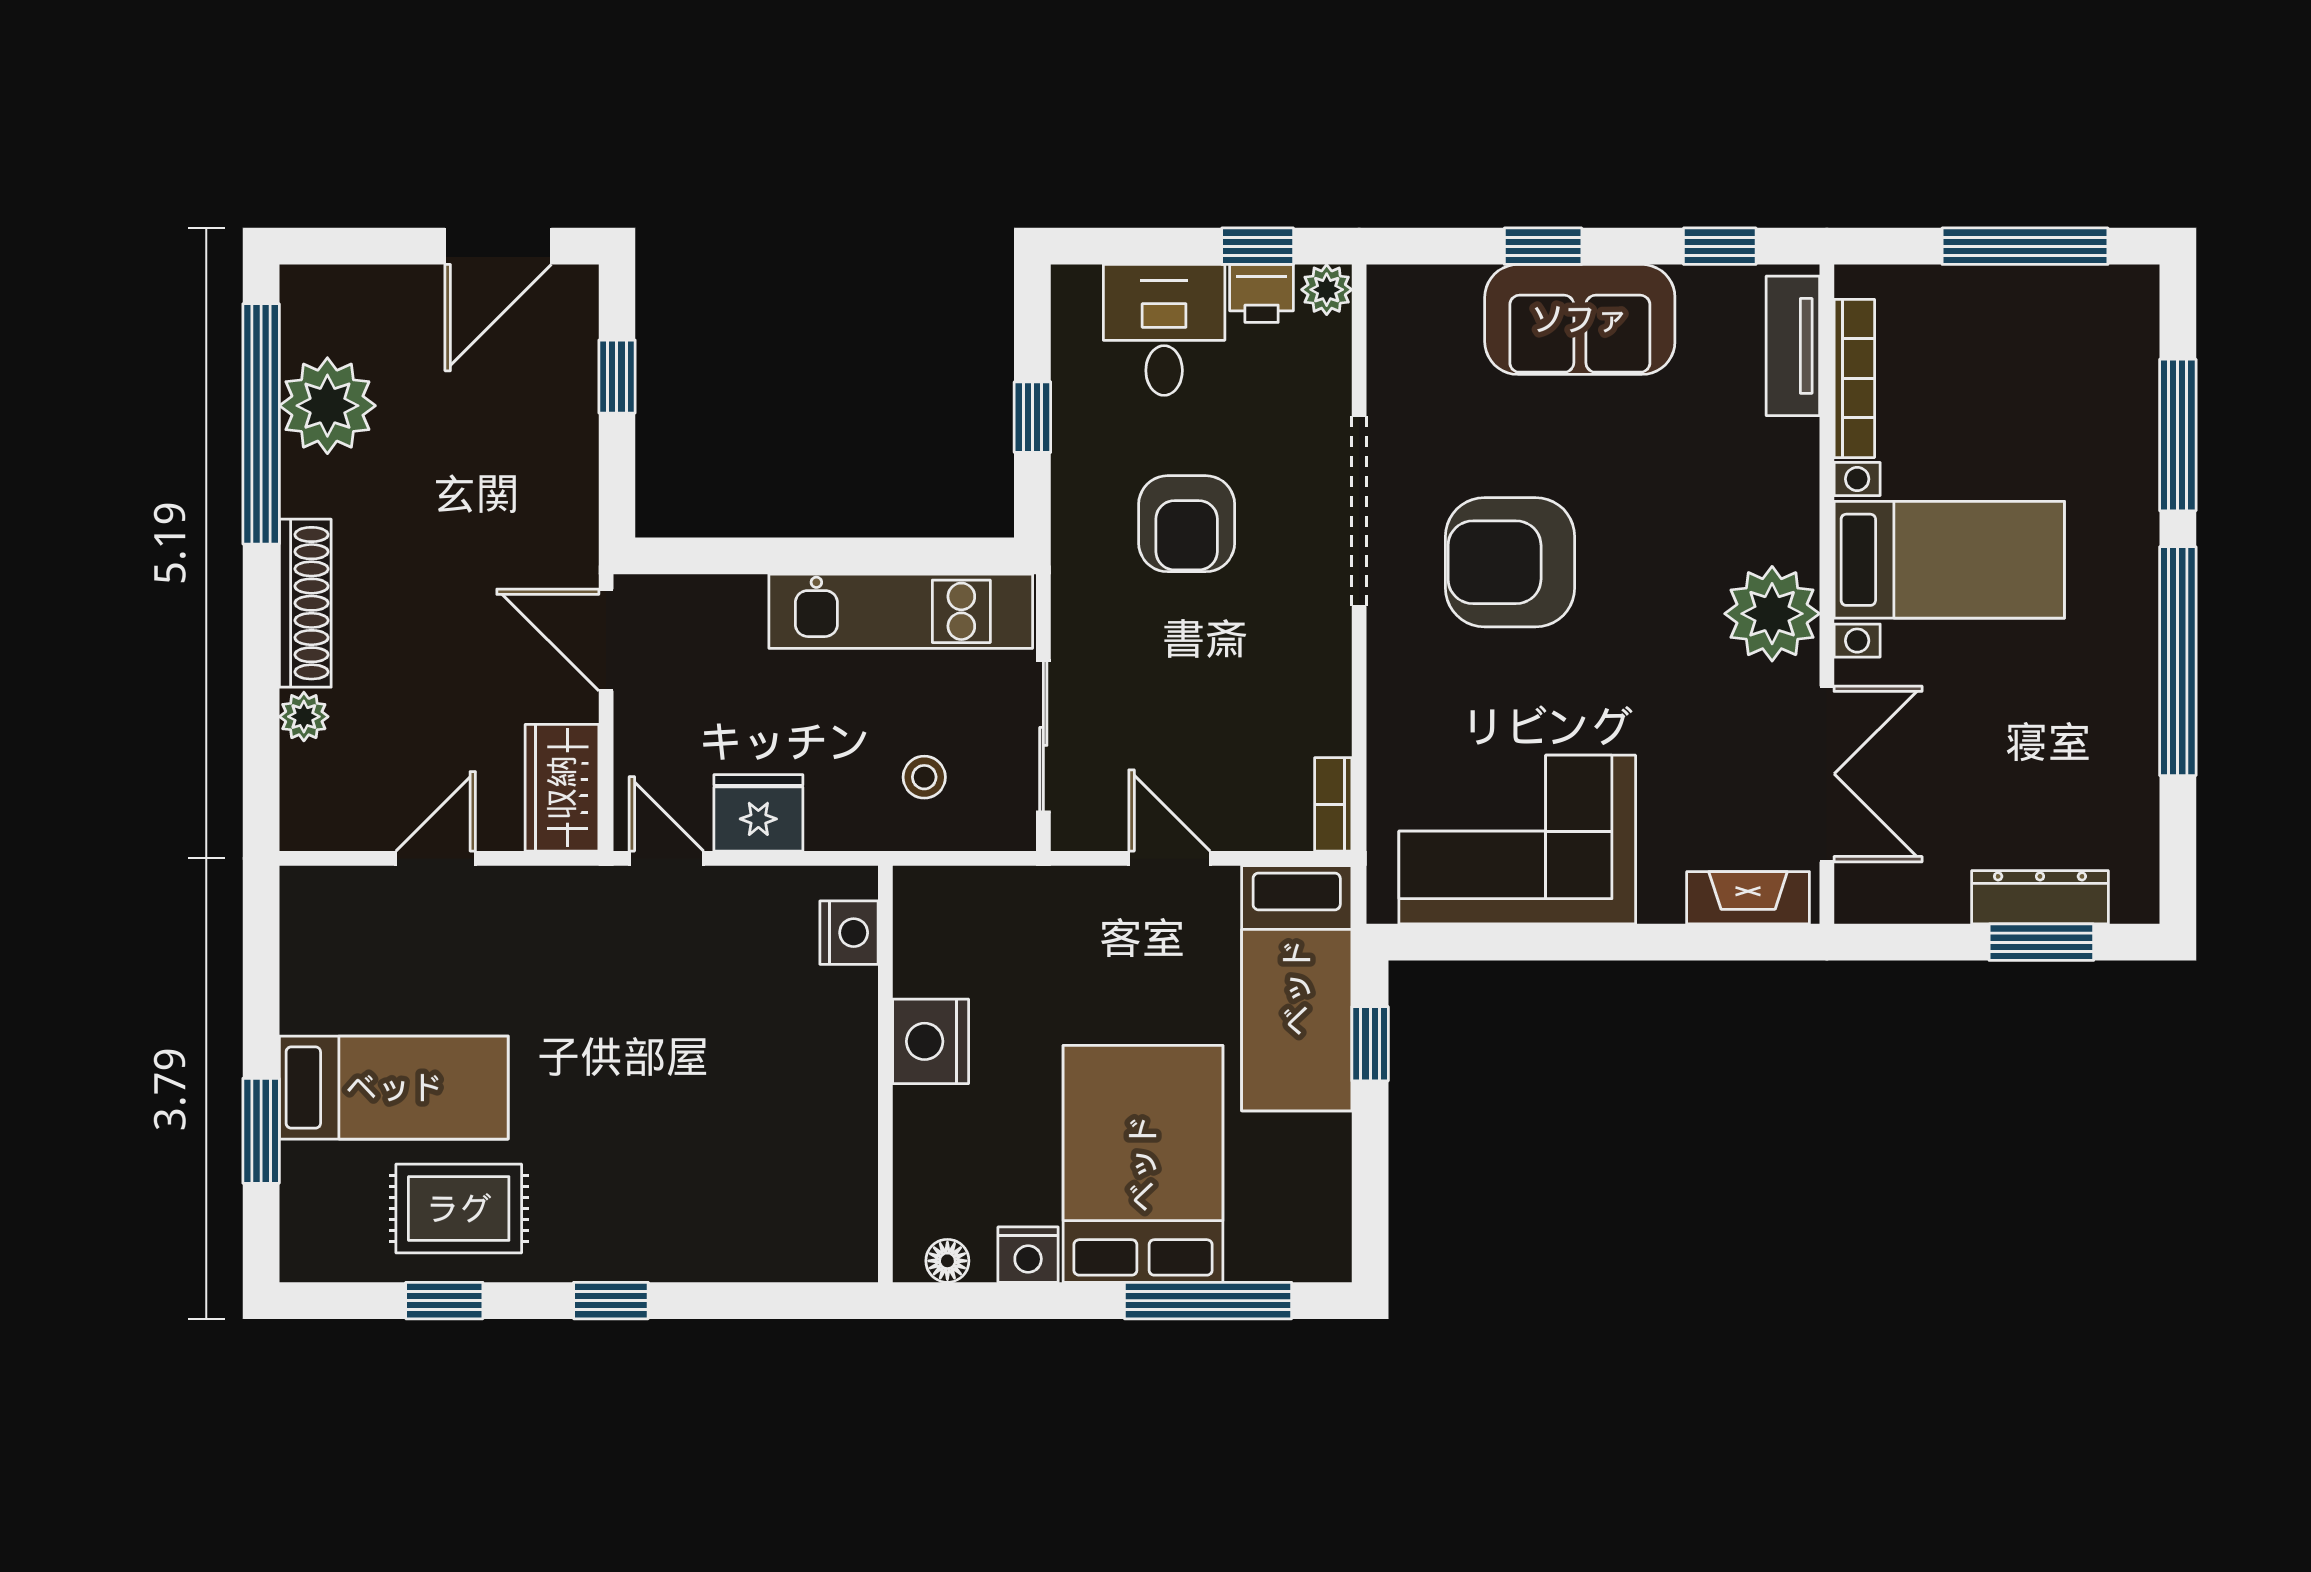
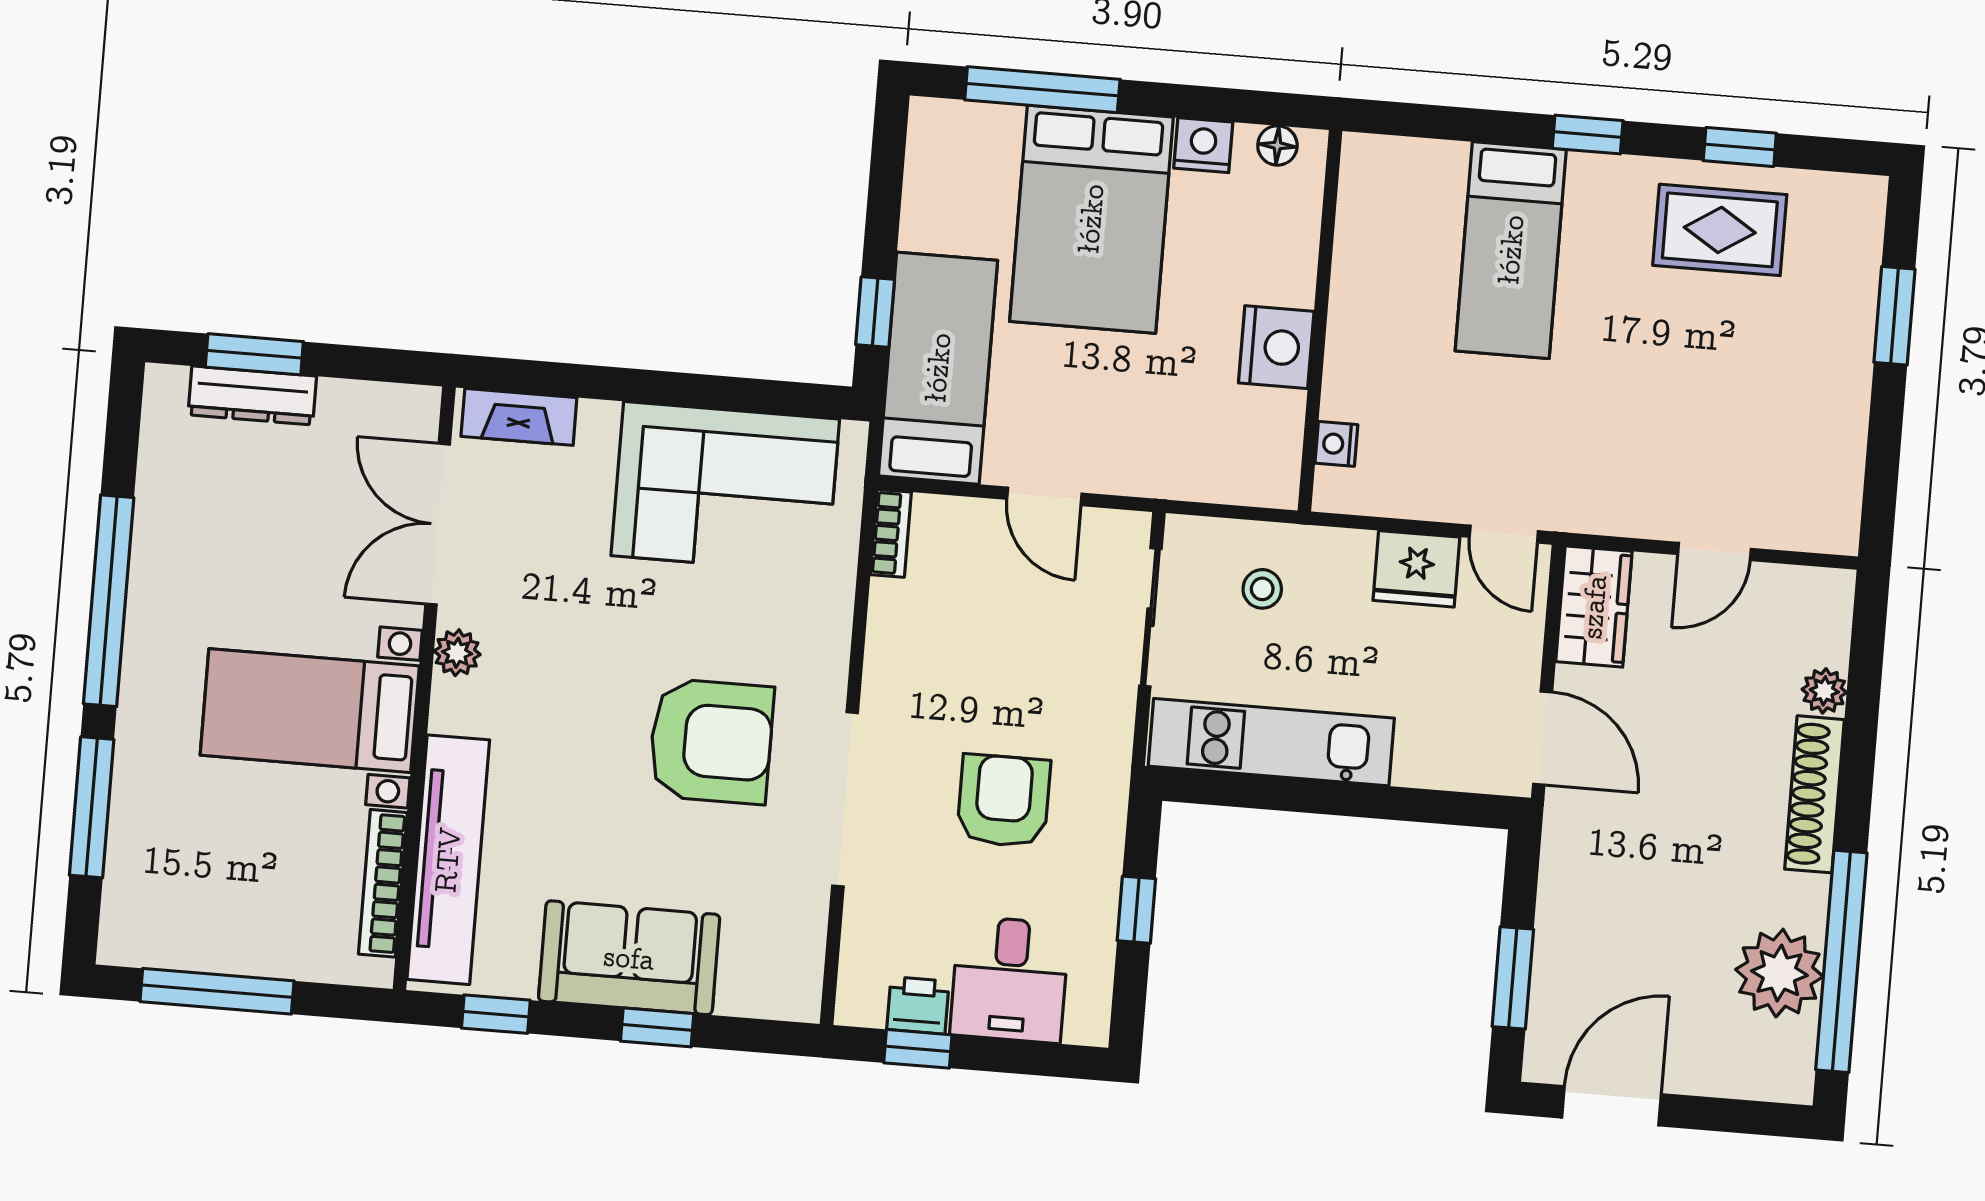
plant: (1327, 290) -> (858, 1004), removed
tv unit: (1793, 346) -> (448, 860), width x1.92, depth x1.29
window: (617, 377) -> (1513, 978), width x1.50
plant: (1772, 614) -> (457, 653), width x0.53, depth x0.53
nightstand: (849, 933) -> (1336, 444), width x0.72, depth x0.74
bed: (394, 1088) -> (1511, 250), moved, turned -90

